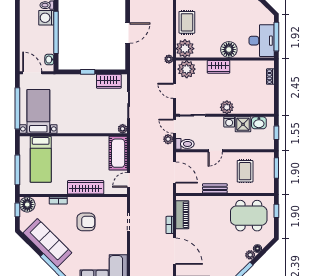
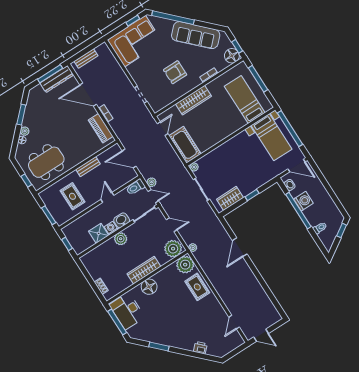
washing machine: (46, 18) -> (303, 201), moved
wardrobe: (219, 67) -> (144, 270), width x1.50
washbasin: (259, 123) -> (122, 220), moved

